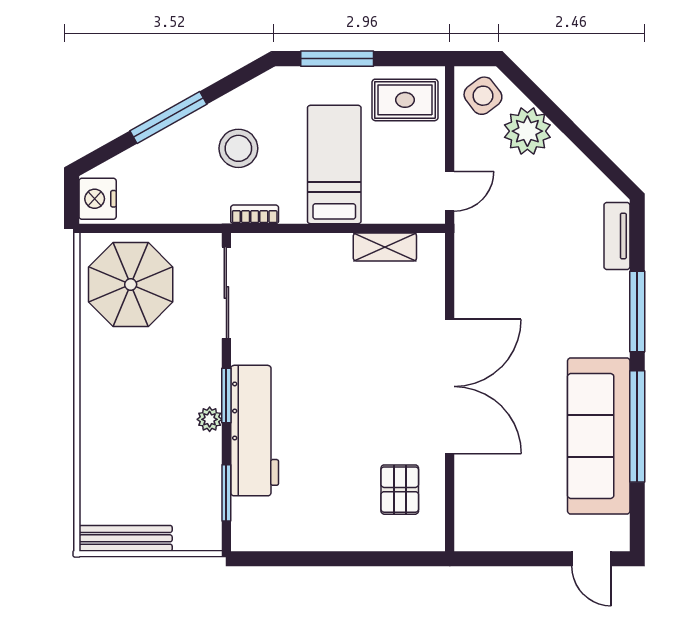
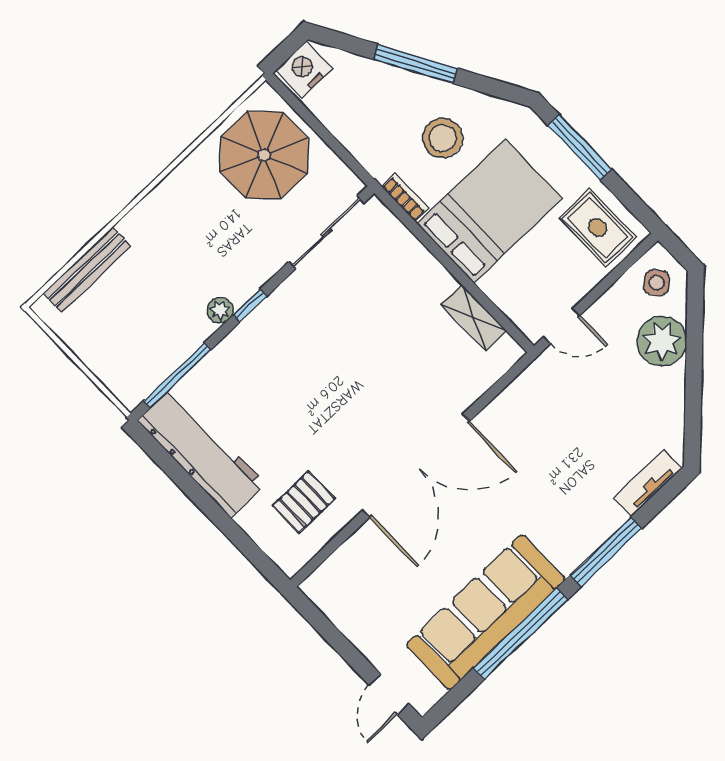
side table: (483, 96) -> (657, 283), width x0.73, depth x0.73
bed: (334, 164) -> (490, 211), width x1.50
window: (226, 396) -> (250, 306), width x0.67
workbench: (255, 431) -> (201, 452), moved, turned -90
window: (226, 493) -> (177, 375), width x1.44
bench: (126, 538) -> (87, 270), moved, turned 90

